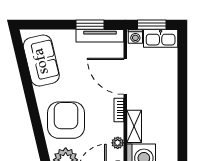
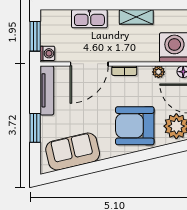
window: (90, 25) -> (35, 128), moved
kitchen sink: (161, 38) -> (89, 19), moved, turned 90
shelving: (134, 126) -> (136, 17), moved

